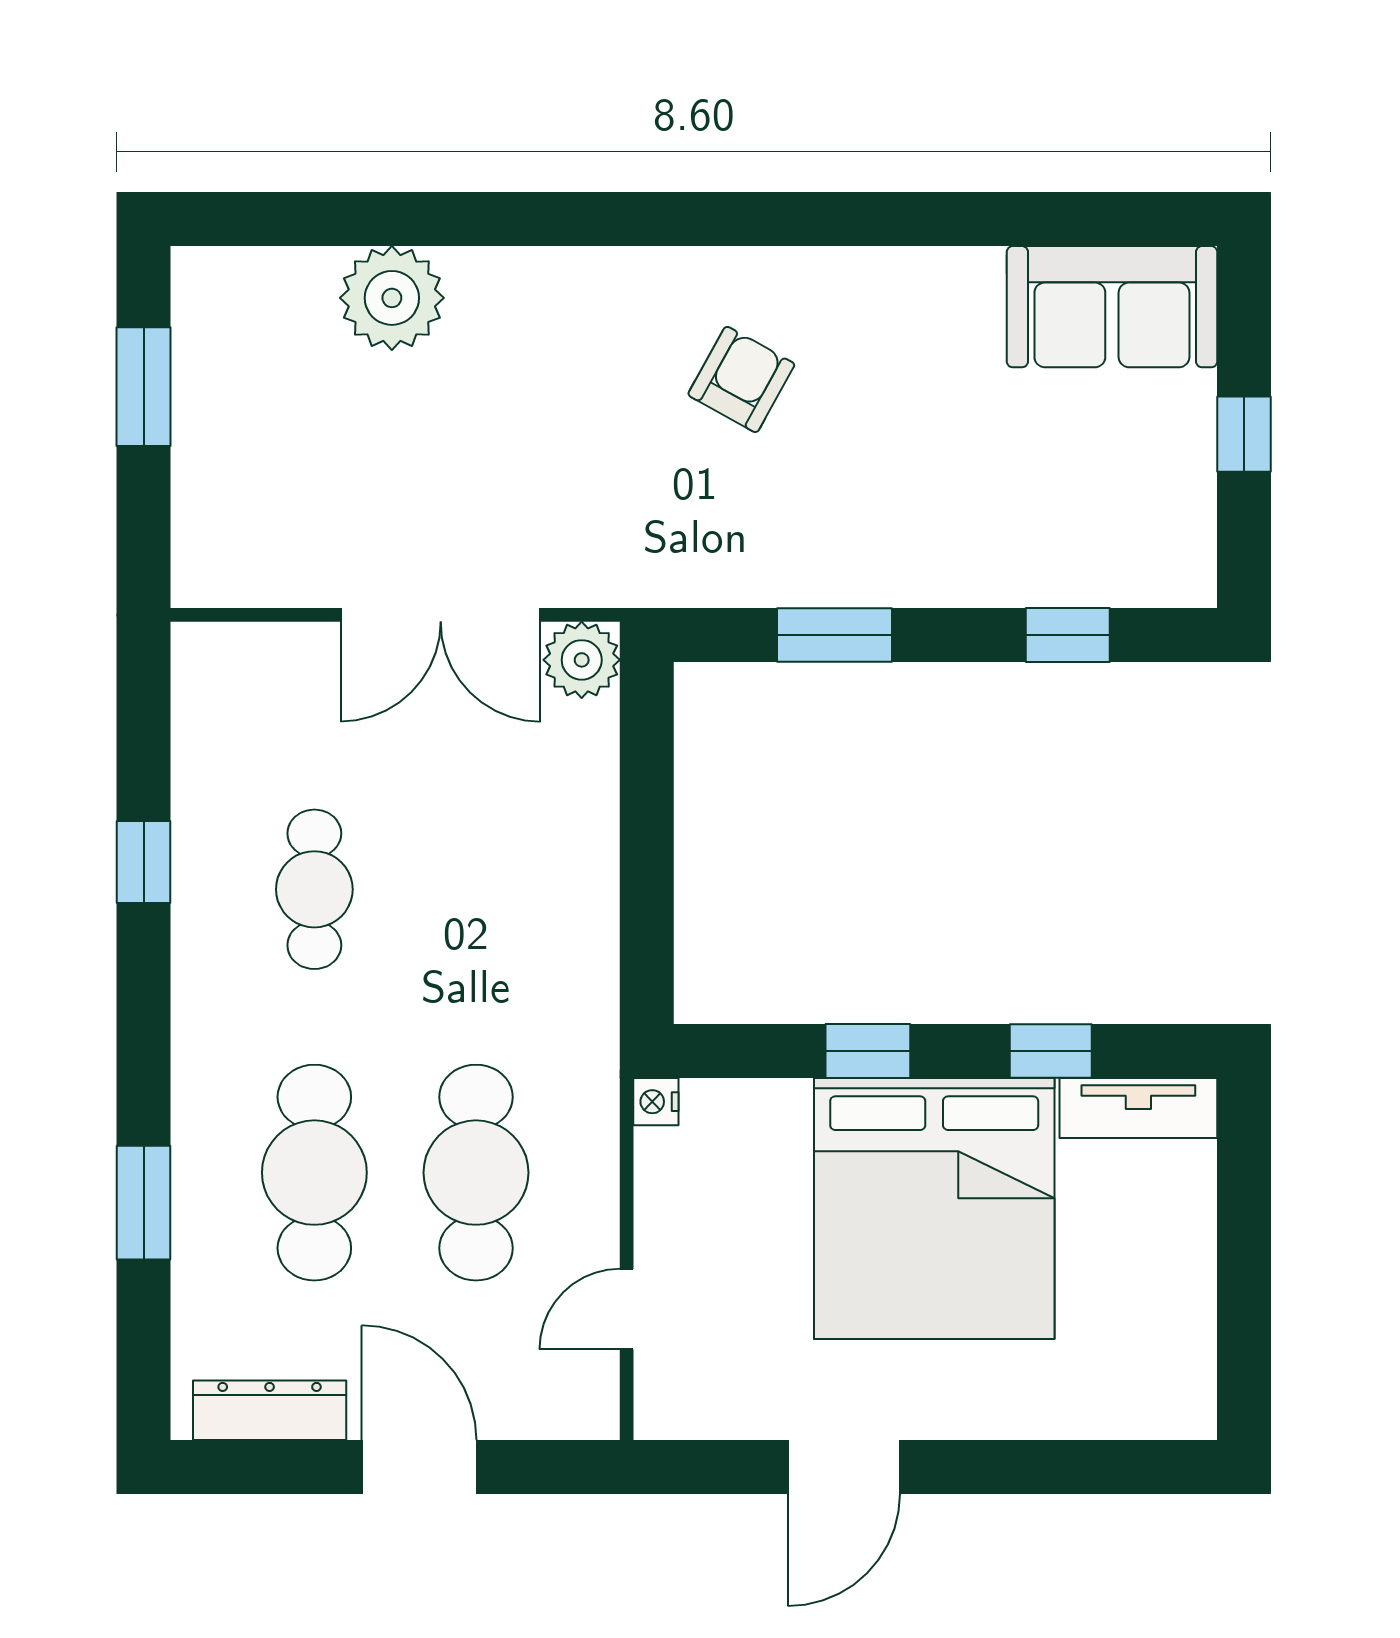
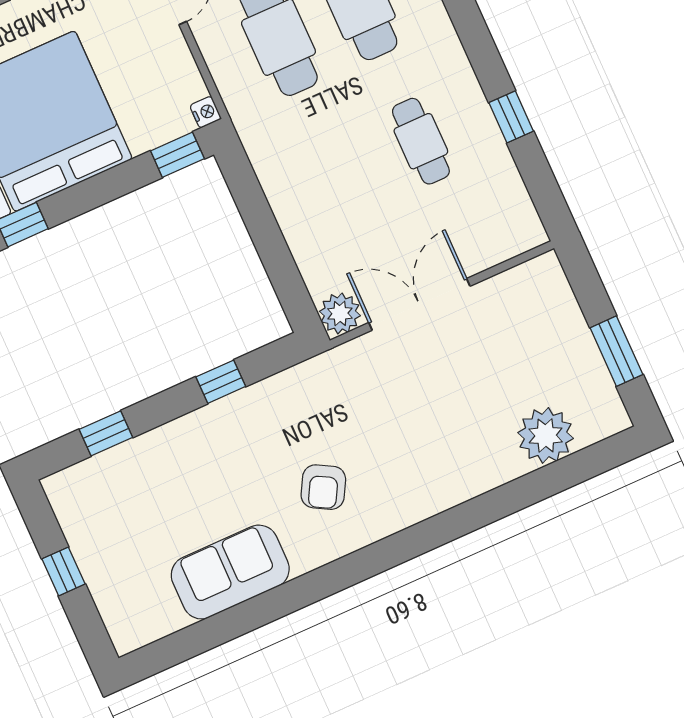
plant: (392, 298) -> (546, 435), moved
sofa: (1112, 307) -> (230, 572), moved
window: (835, 635) -> (221, 382), width x0.67
window: (868, 1051) -> (177, 155), moved

